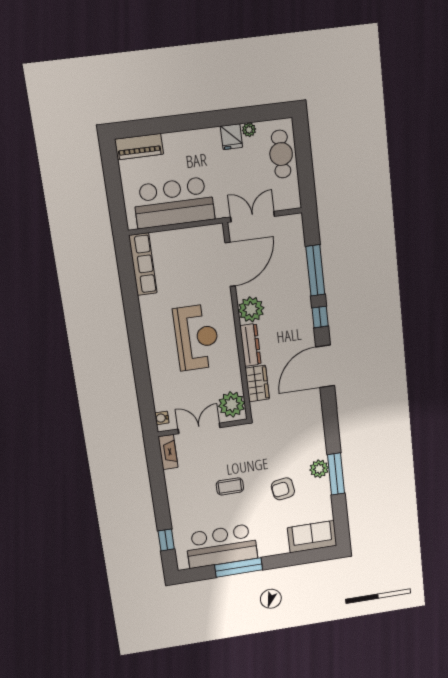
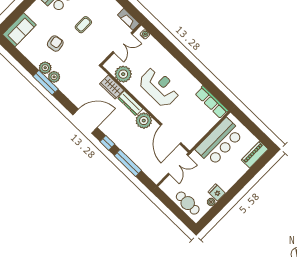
reception desk: (197, 337) -> (159, 87), turned 180
door: (325, 366) -> (85, 121), hinge flipped
plant: (232, 404) -> (123, 74), moved
plant: (318, 450) -> (54, 77), added
window: (336, 474) -> (46, 83), moved

